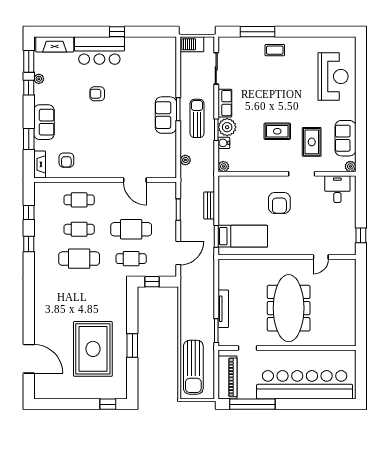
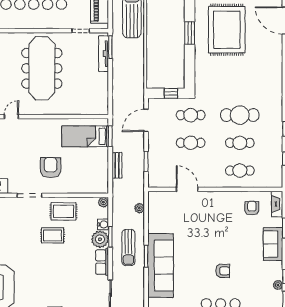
sofa: (166, 115) -> (161, 265), width x1.85, depth x1.27
rug: (312, 142) -> (64, 211), moved, turned 90
cafe table: (131, 229) -> (191, 143), width x0.73, depth x0.74
tv unit: (223, 309) -> (104, 54), moved

